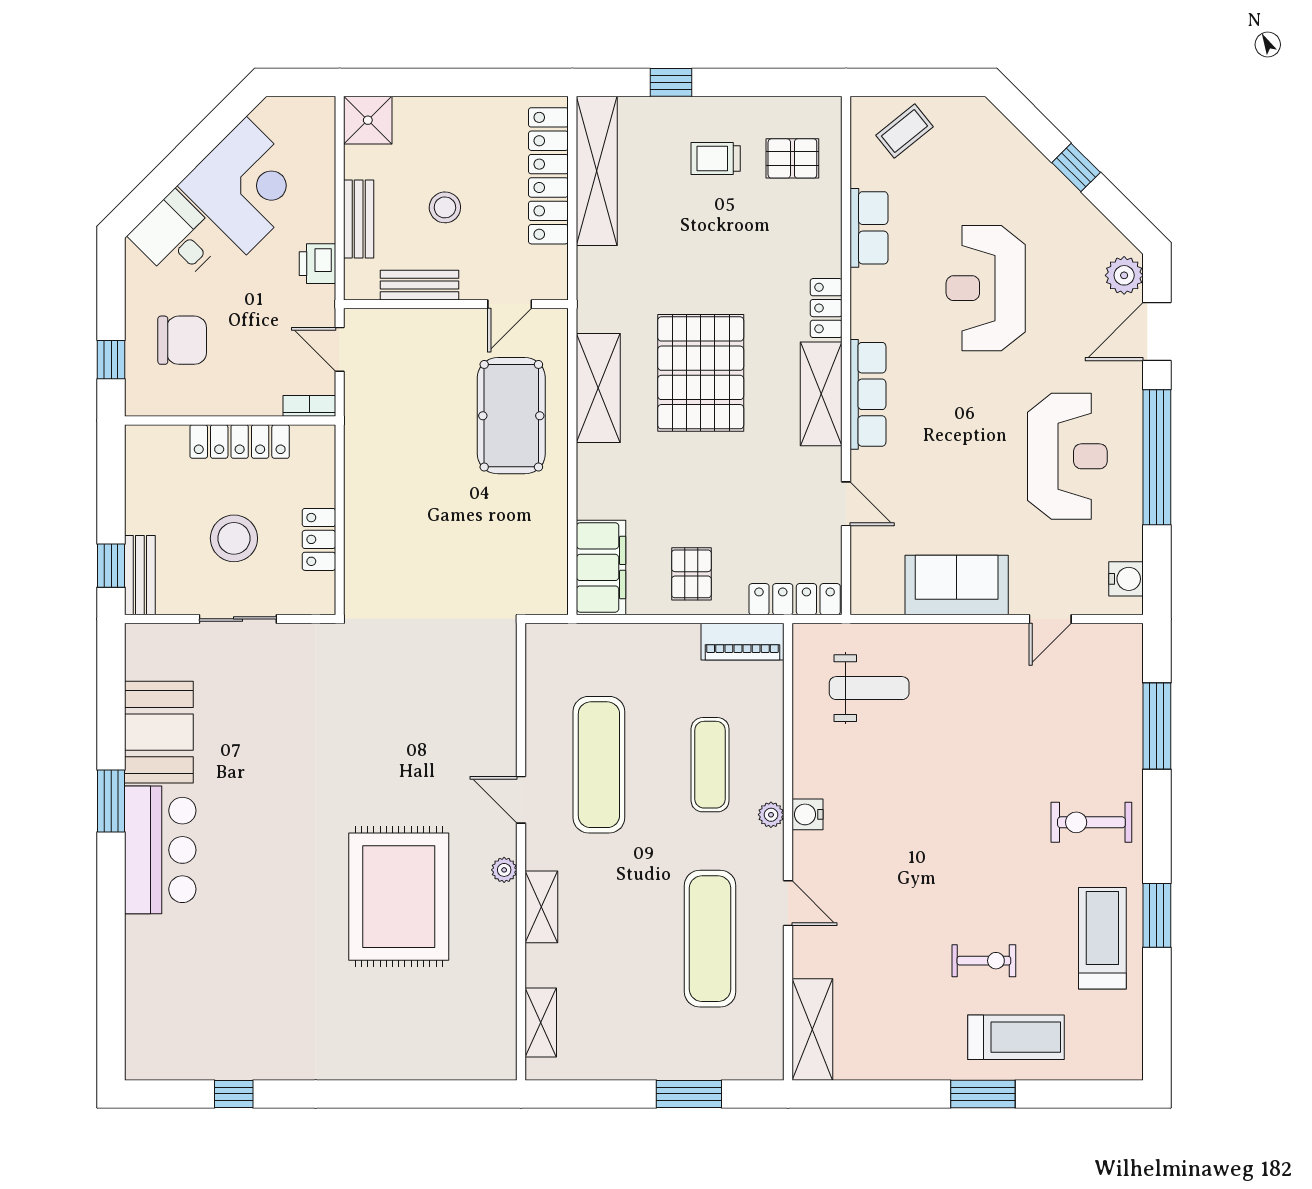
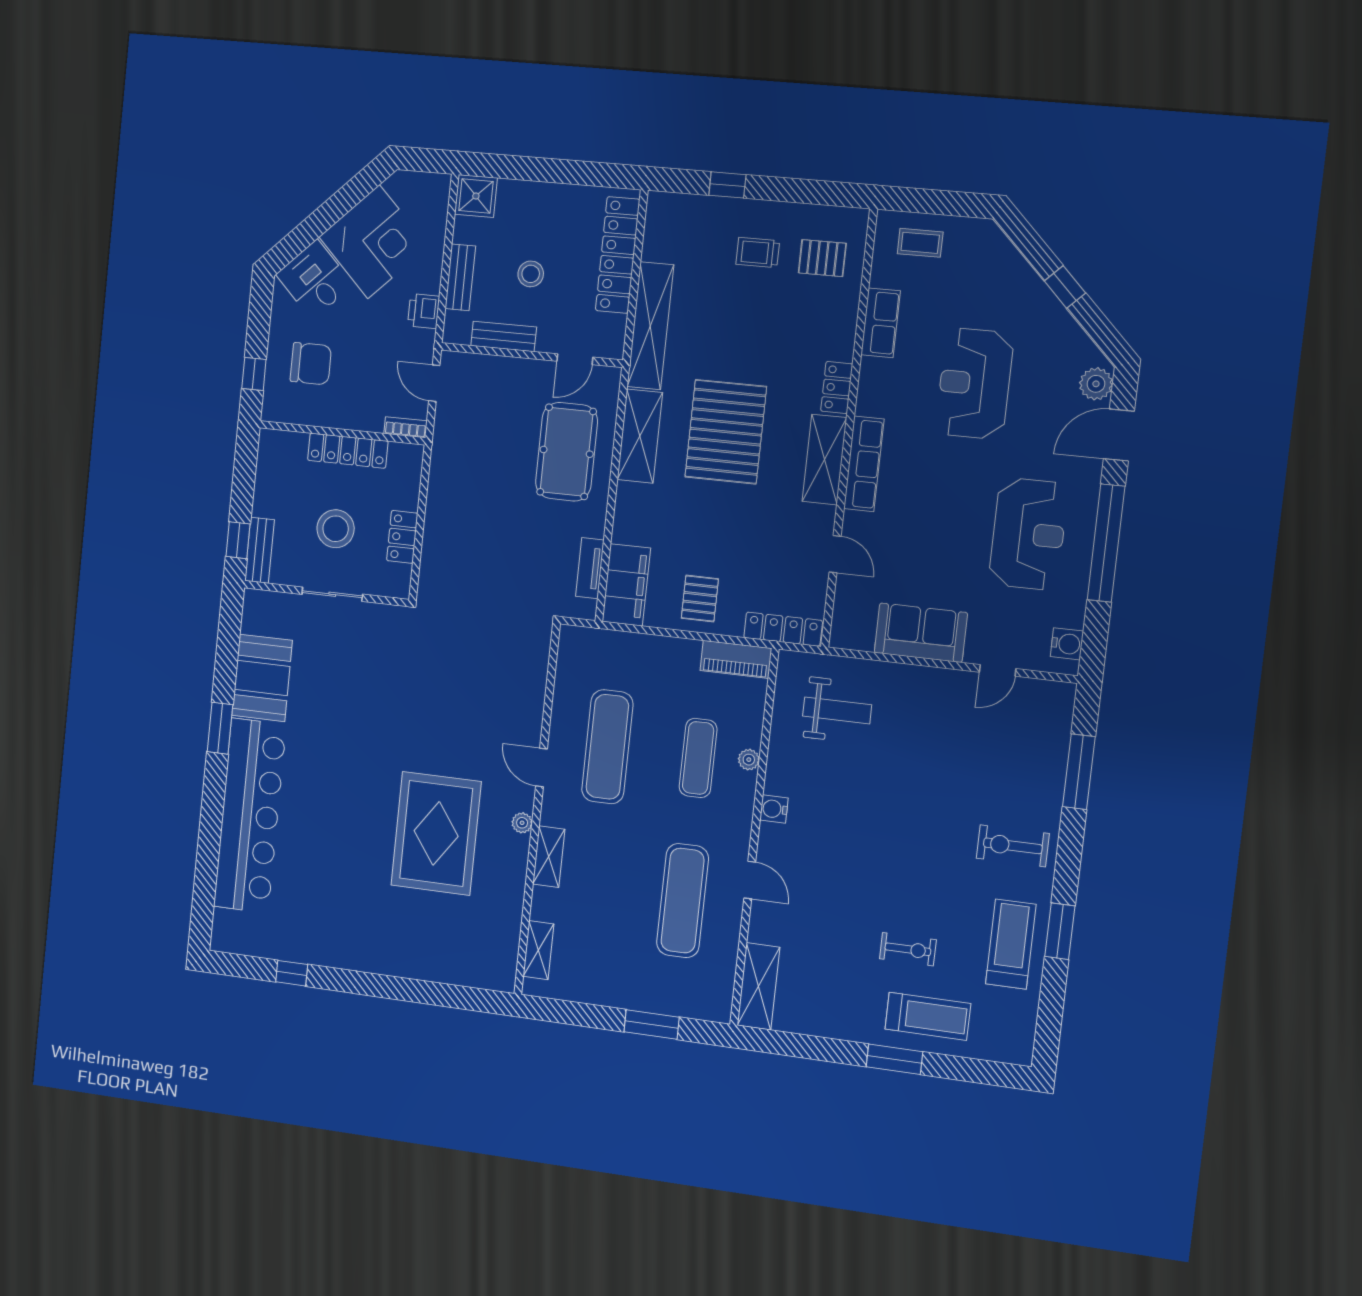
coffee table: (905, 131) -> (920, 243), turned 39
shelving: (597, 171) -> (650, 326), moved
tv unit: (555, 552) -> (590, 568), added
plant: (771, 815) -> (749, 760), moved
bar counter: (160, 850) -> (250, 816), width x1.86

